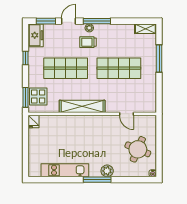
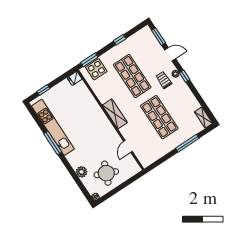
window: (97, 21) -> (185, 76), width x0.46
freezer: (36, 35) -> (142, 36), removed
shelving: (82, 106) -> (115, 114), width x0.68
window: (25, 157) -> (43, 90), added
kitchen unit: (65, 170) -> (53, 127), width x1.36
plant: (107, 171) -> (82, 172), moved
window: (97, 180) -> (53, 143), moved

